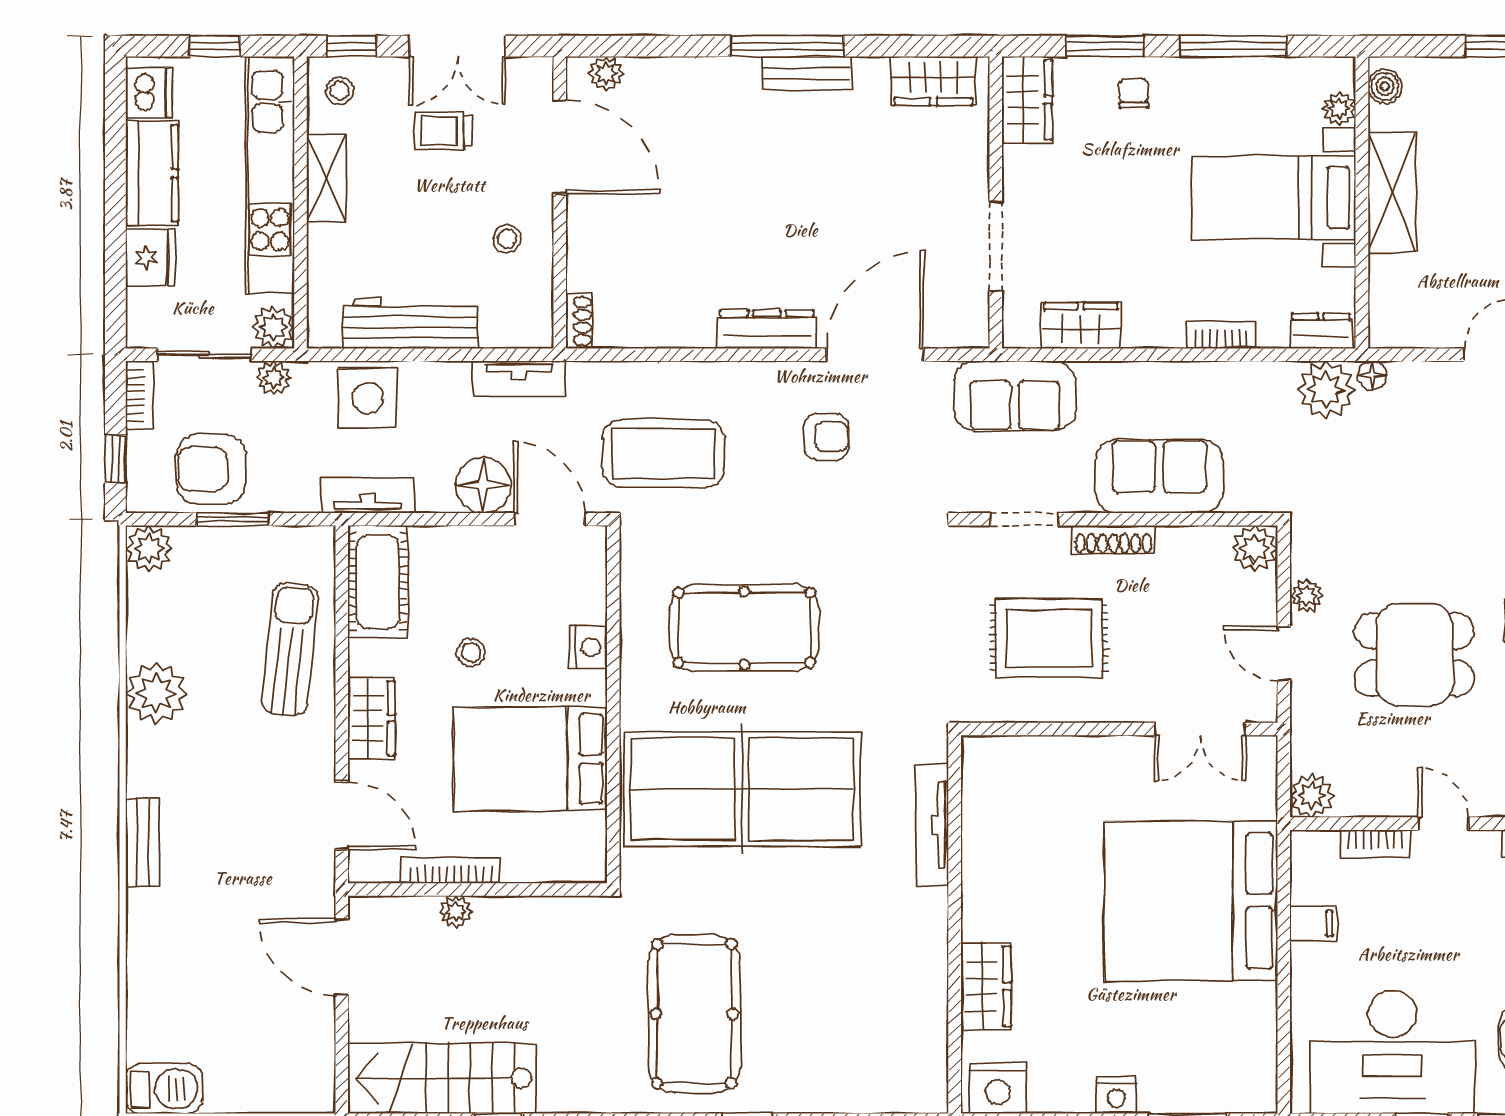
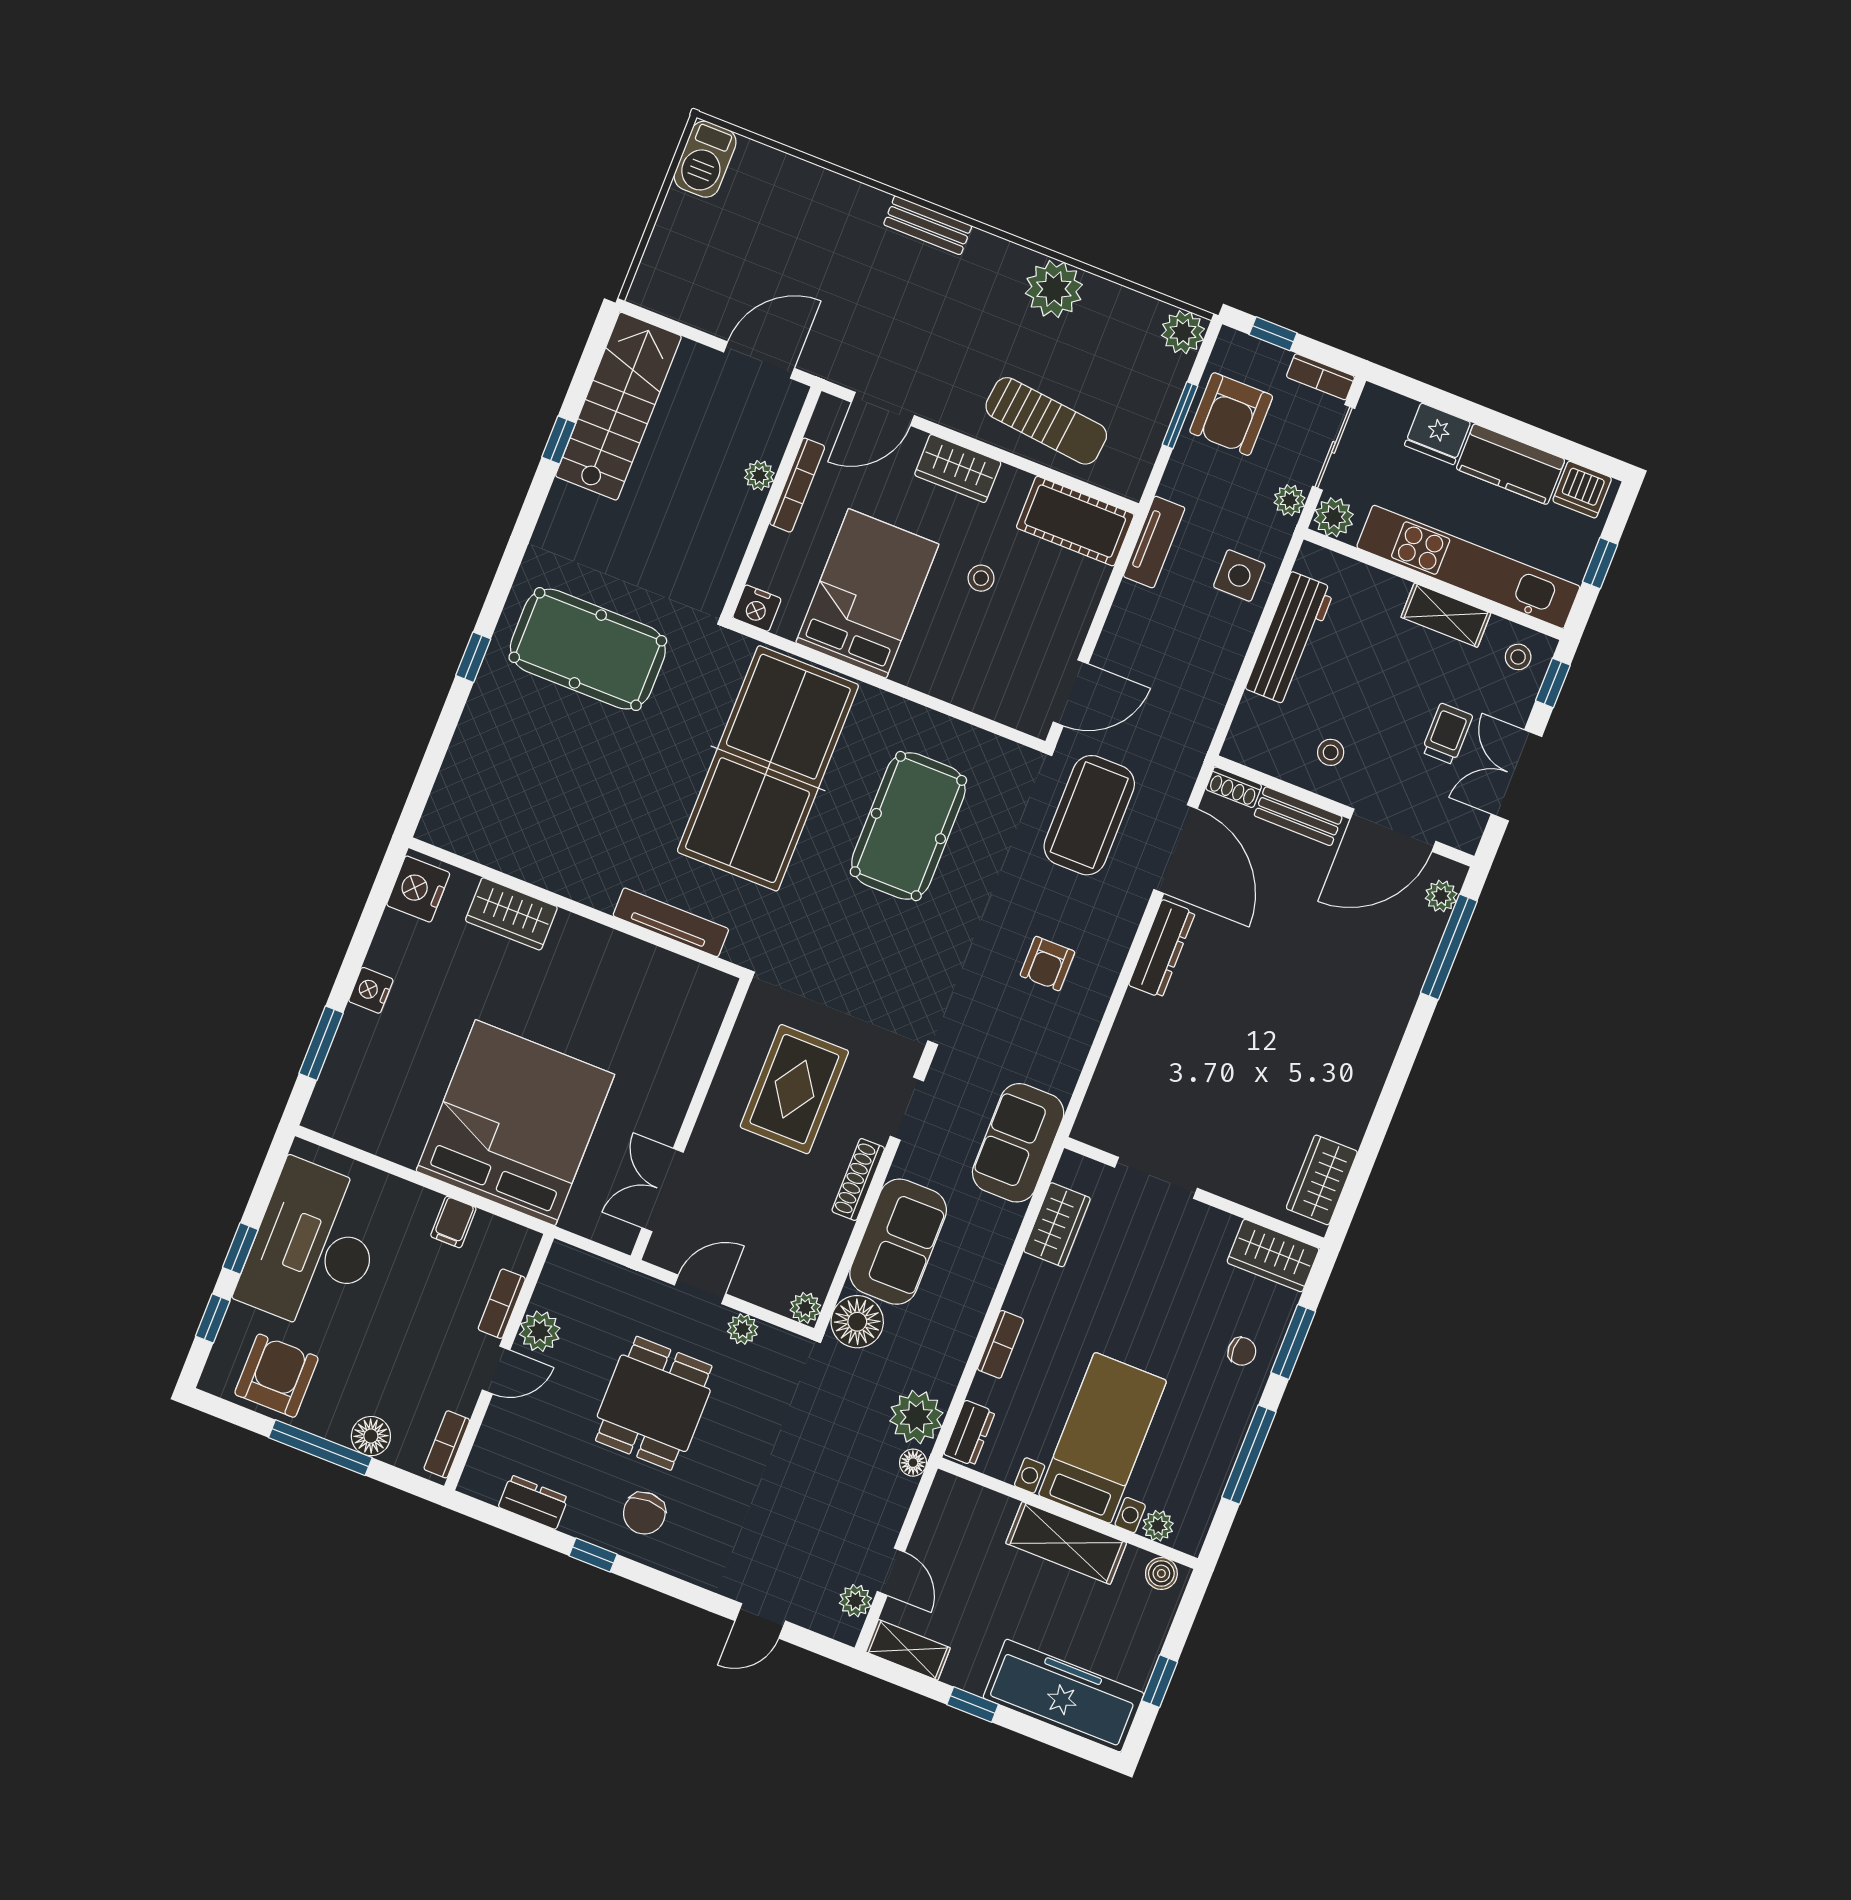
window: (787, 46) -> (1449, 947), moved
bench: (807, 73) -> (1298, 816), moved, turned 90
door: (875, 355) -> (1175, 849), moved
tv unit: (519, 379) -> (1204, 715), removed
side table: (368, 398) -> (1239, 576), width x0.73, depth x0.73
armchair: (211, 469) -> (1231, 414), turned 180
floor lamp: (483, 485) -> (857, 1322), moved
plant: (1255, 548) -> (805, 1308), width x0.73, depth x0.73
nightstand: (588, 647) -> (757, 608), moved
plant: (1312, 796) -> (540, 1331), moved

